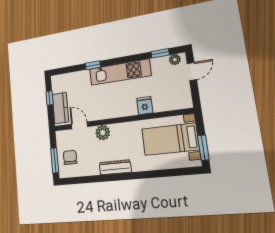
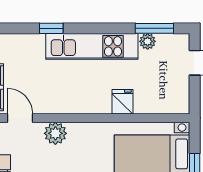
window: (160, 53) -> (154, 28), width x1.50
plant: (175, 60) -> (148, 41), moved

